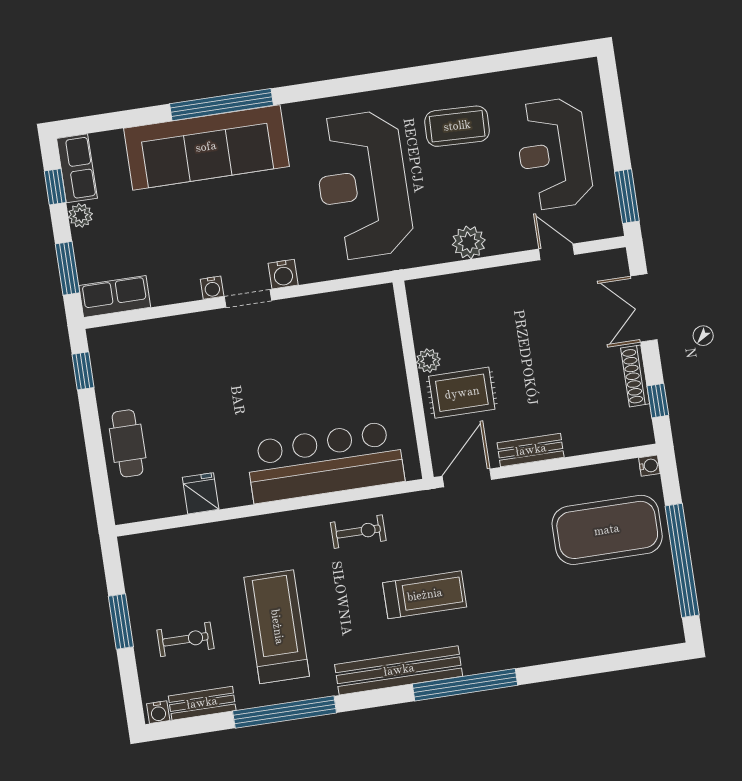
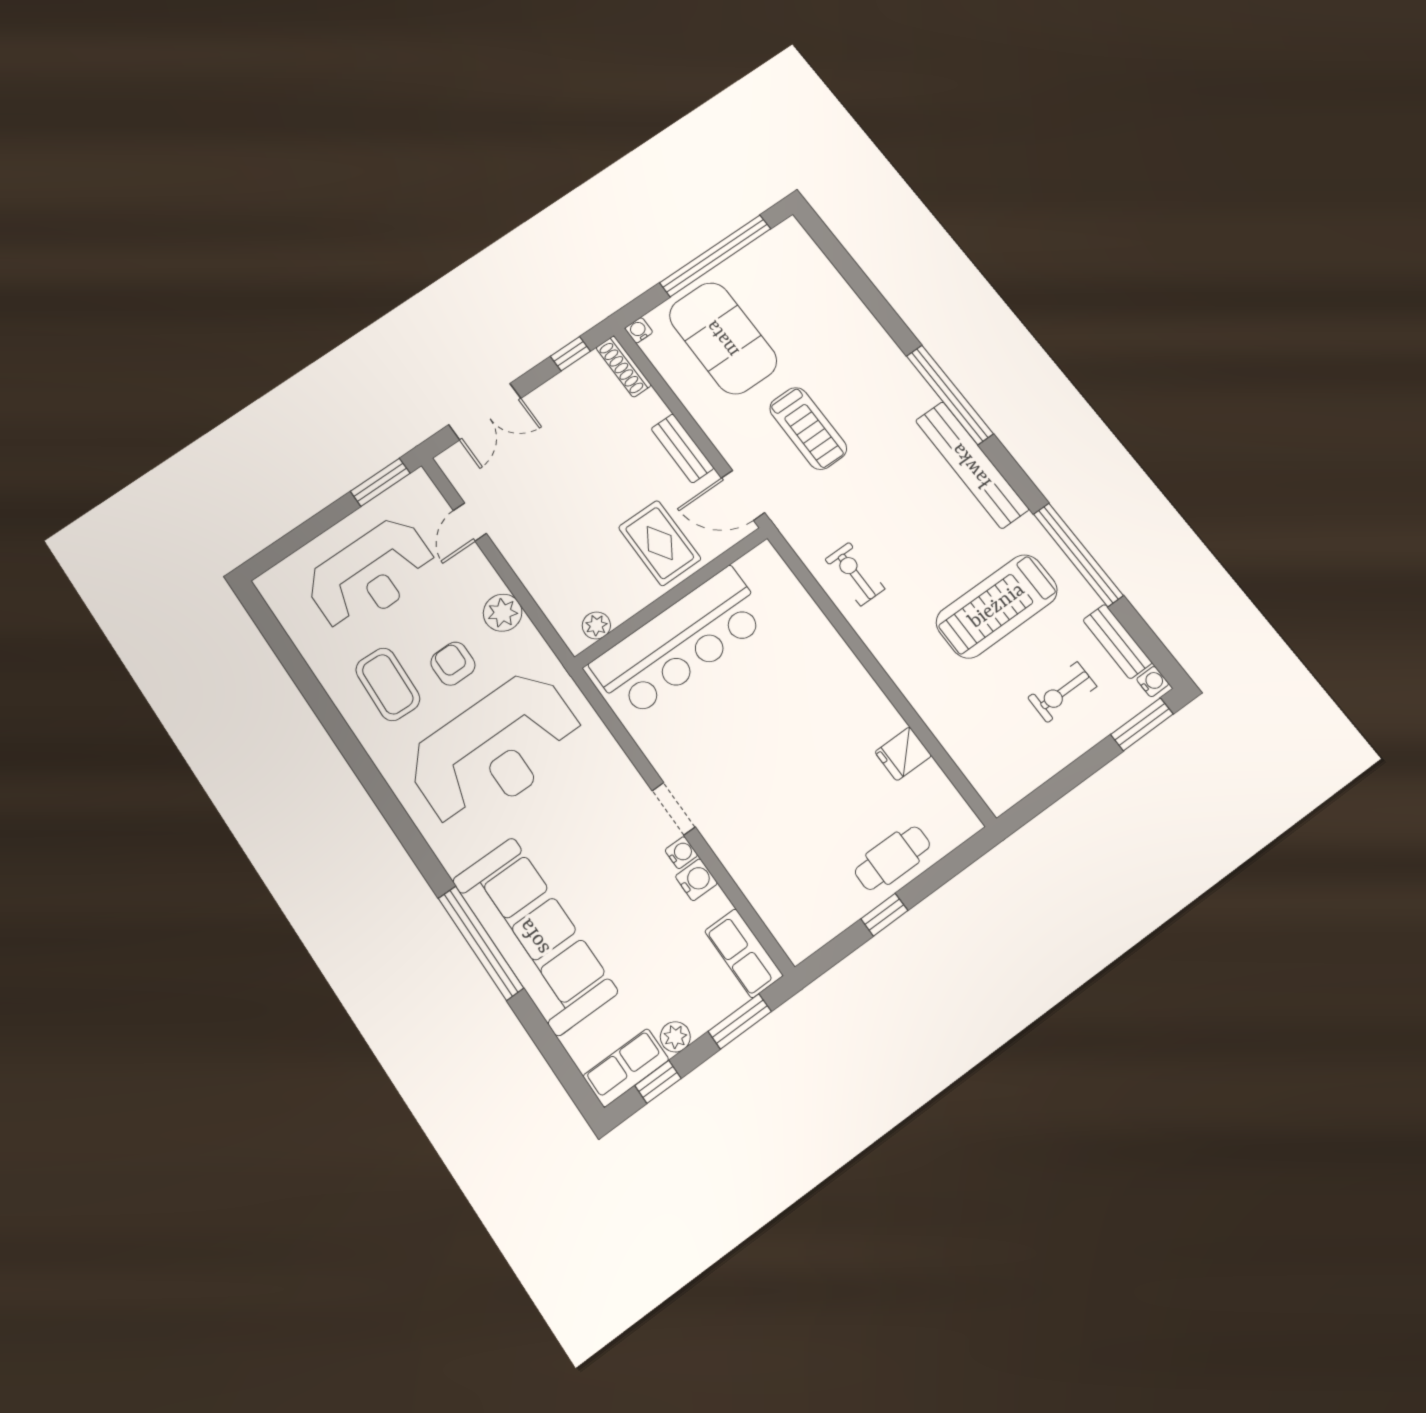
armchair: (448, 184) -> (453, 664), added
water cooler: (283, 274) -> (696, 880), moved
plant: (428, 361) -> (596, 625), moved
window: (83, 371) -> (884, 915), moved
shoe rack: (635, 376) -> (624, 366), moved, turned 90
bar counter: (325, 462) -> (680, 642), moved, turned -90
treadmill: (425, 595) -> (808, 428), moved, turned 180
window: (121, 621) -> (1142, 724), moved
exercise bike: (185, 639) -> (1062, 692), turned -90

